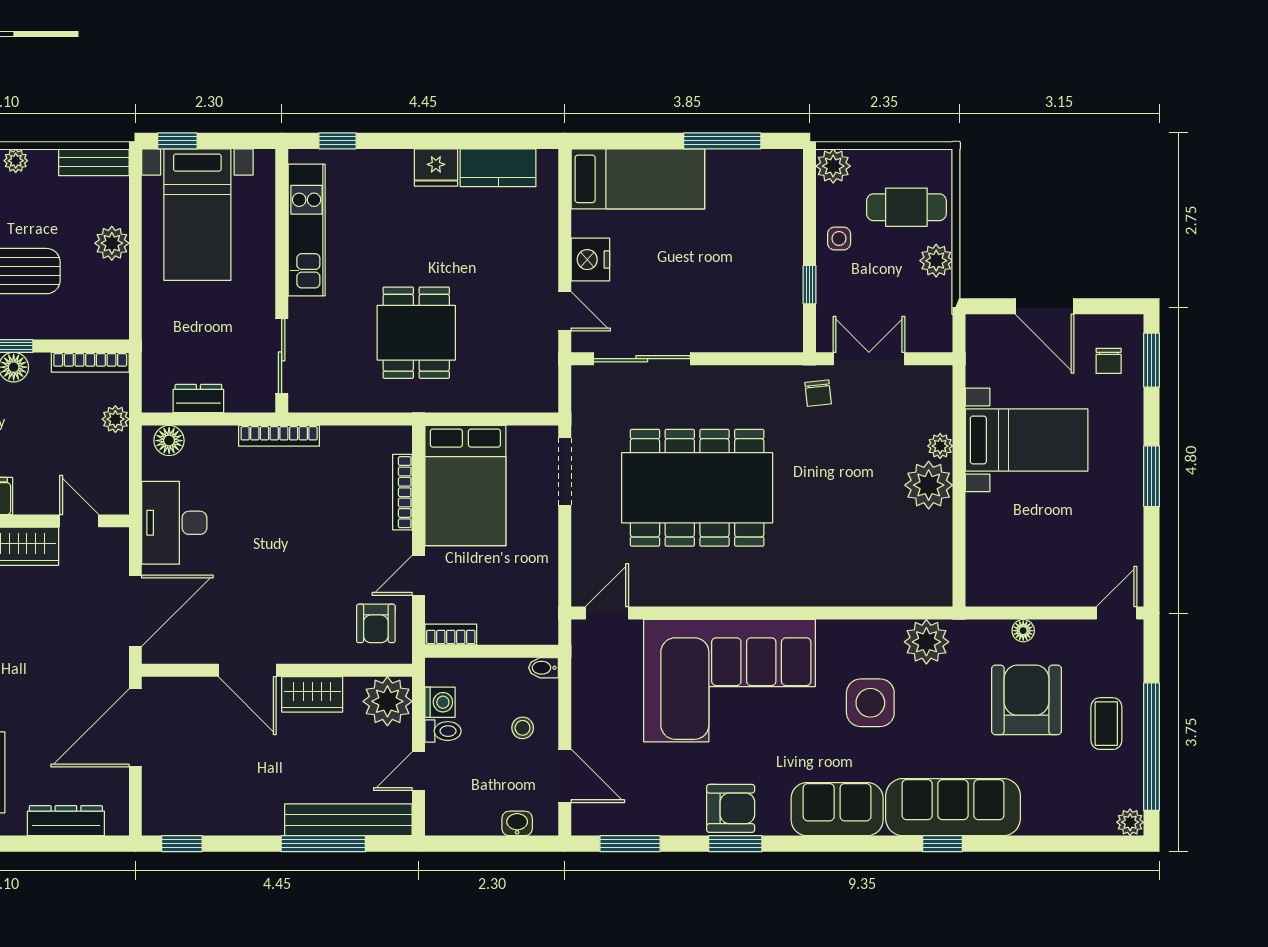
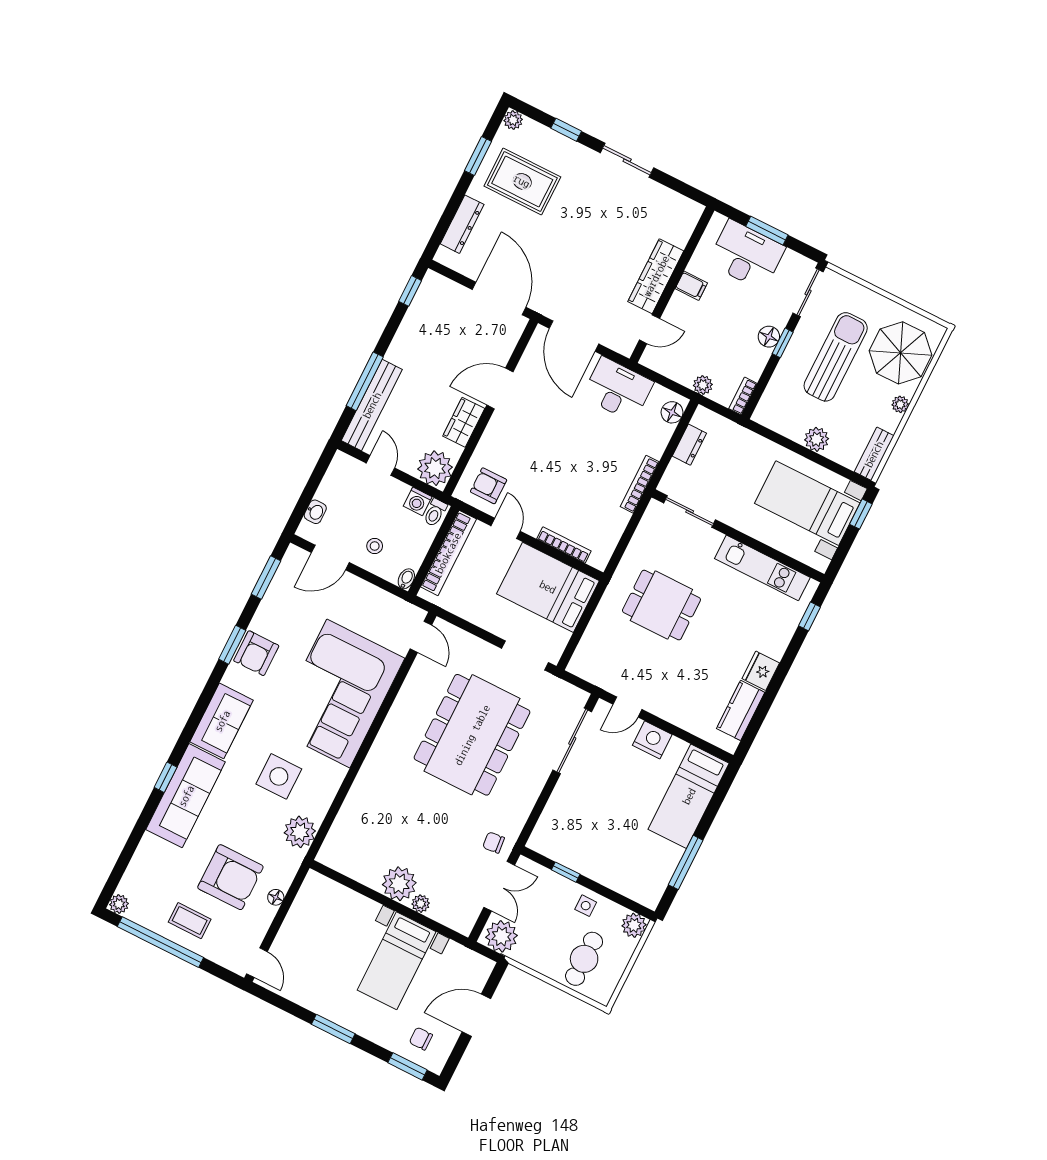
plant: (936, 261) -> (502, 936), moved, width x1.36, depth x1.36
bookcase: (90, 362) -> (743, 396), width x0.64
bookcase: (451, 635) -> (448, 553), width x2.31, depth x1.31
toilet: (443, 731) -> (435, 513), moved

